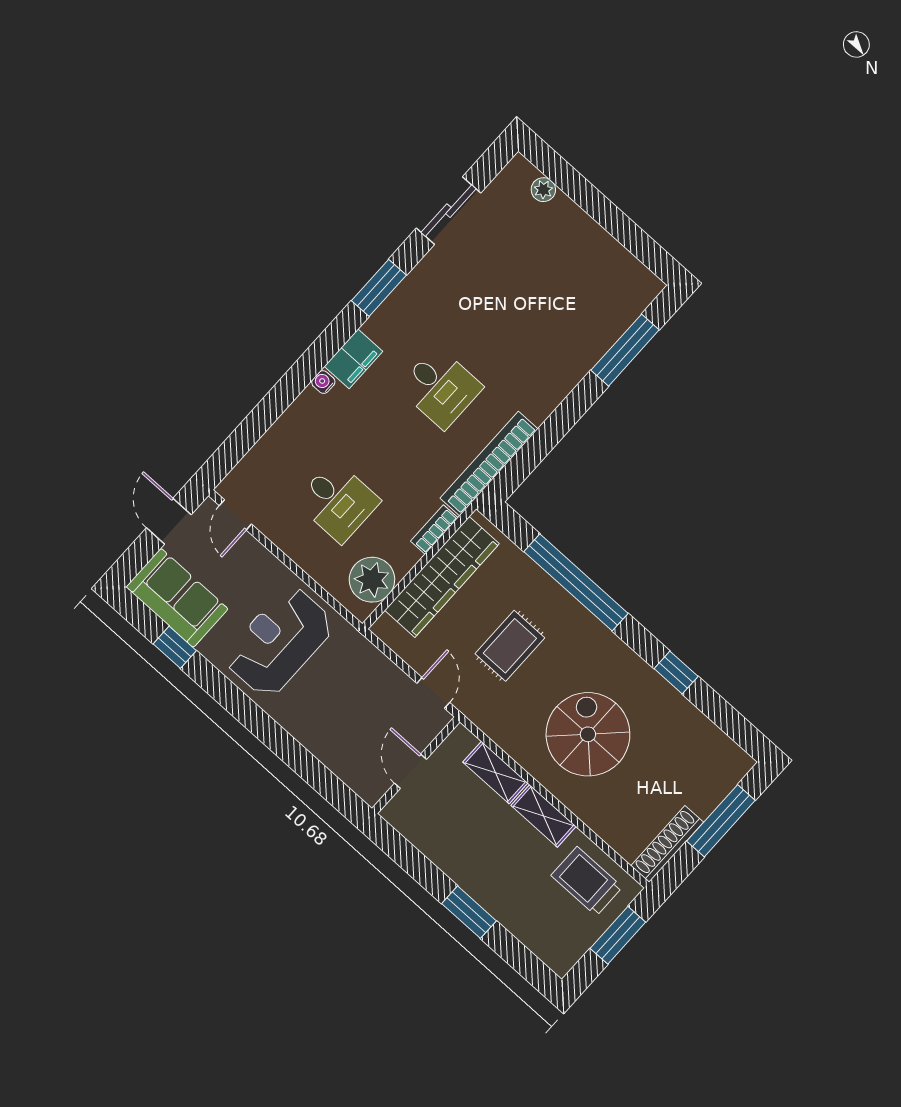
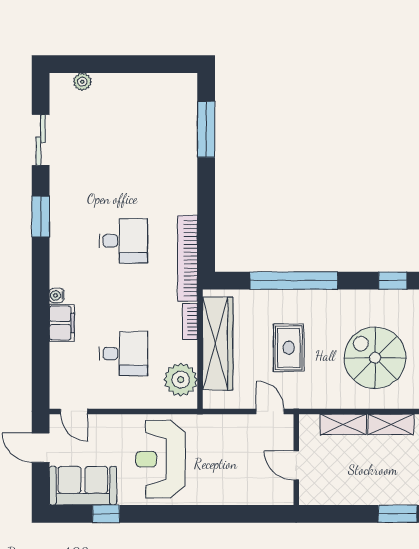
filing cabinet: (354, 359) -> (62, 323), moved

